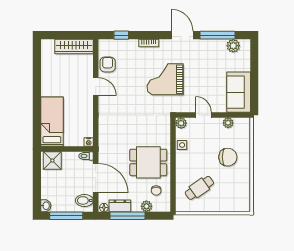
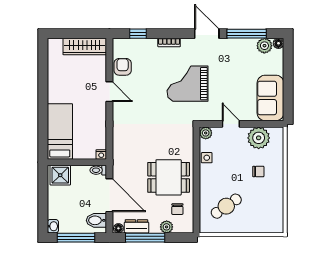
floor lamp: (246, 44) -> (278, 43), added
plant: (228, 123) -> (259, 138), width x1.87, depth x1.87
chair: (228, 157) -> (258, 171), width x0.54, depth x0.54

